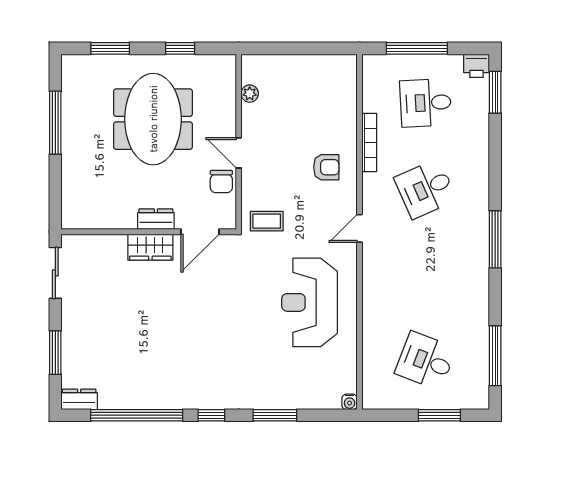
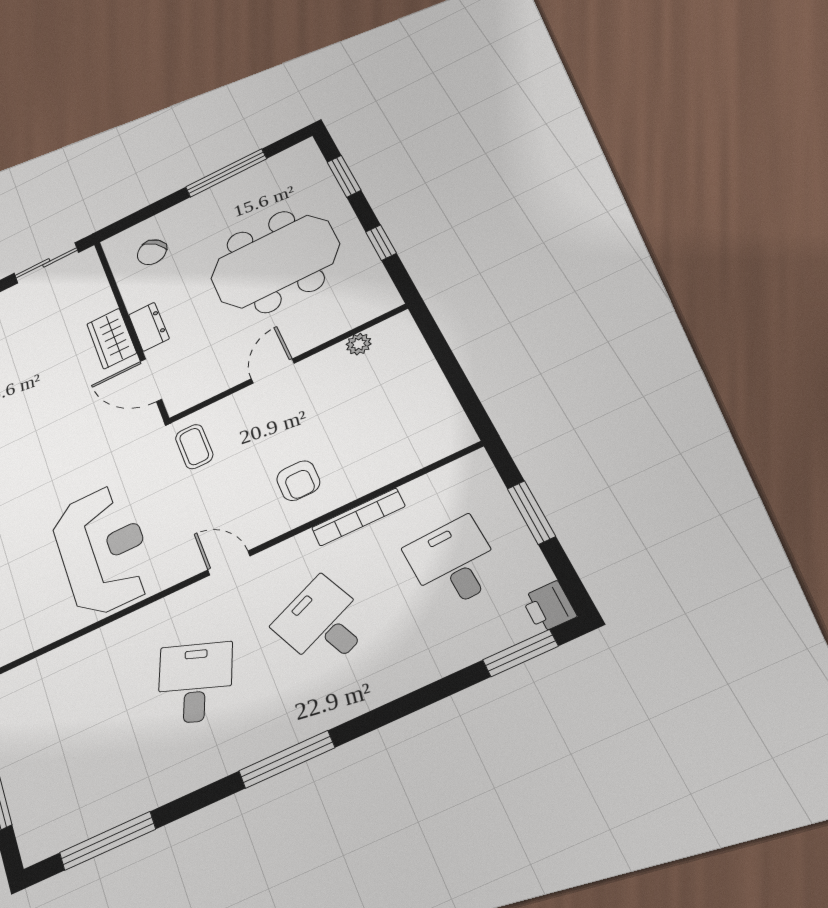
window: (417, 48) -> (531, 512), width x0.69
chair: (221, 181) -> (152, 252), moved, turned -44
reception desk: (310, 302) -> (103, 550), turned 90
desk: (426, 361) -> (195, 683), moved

